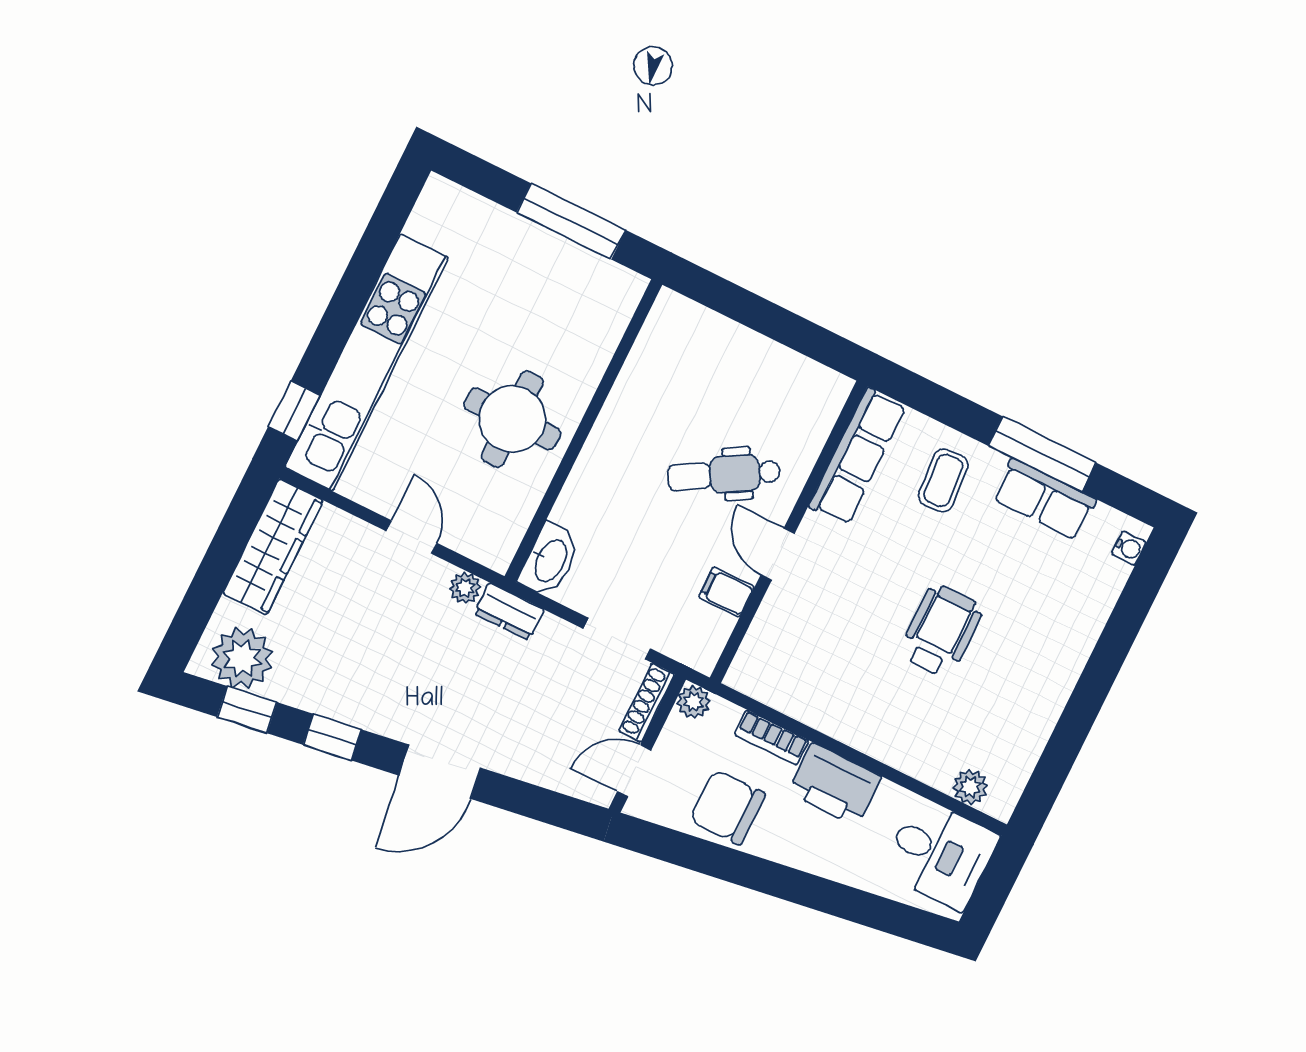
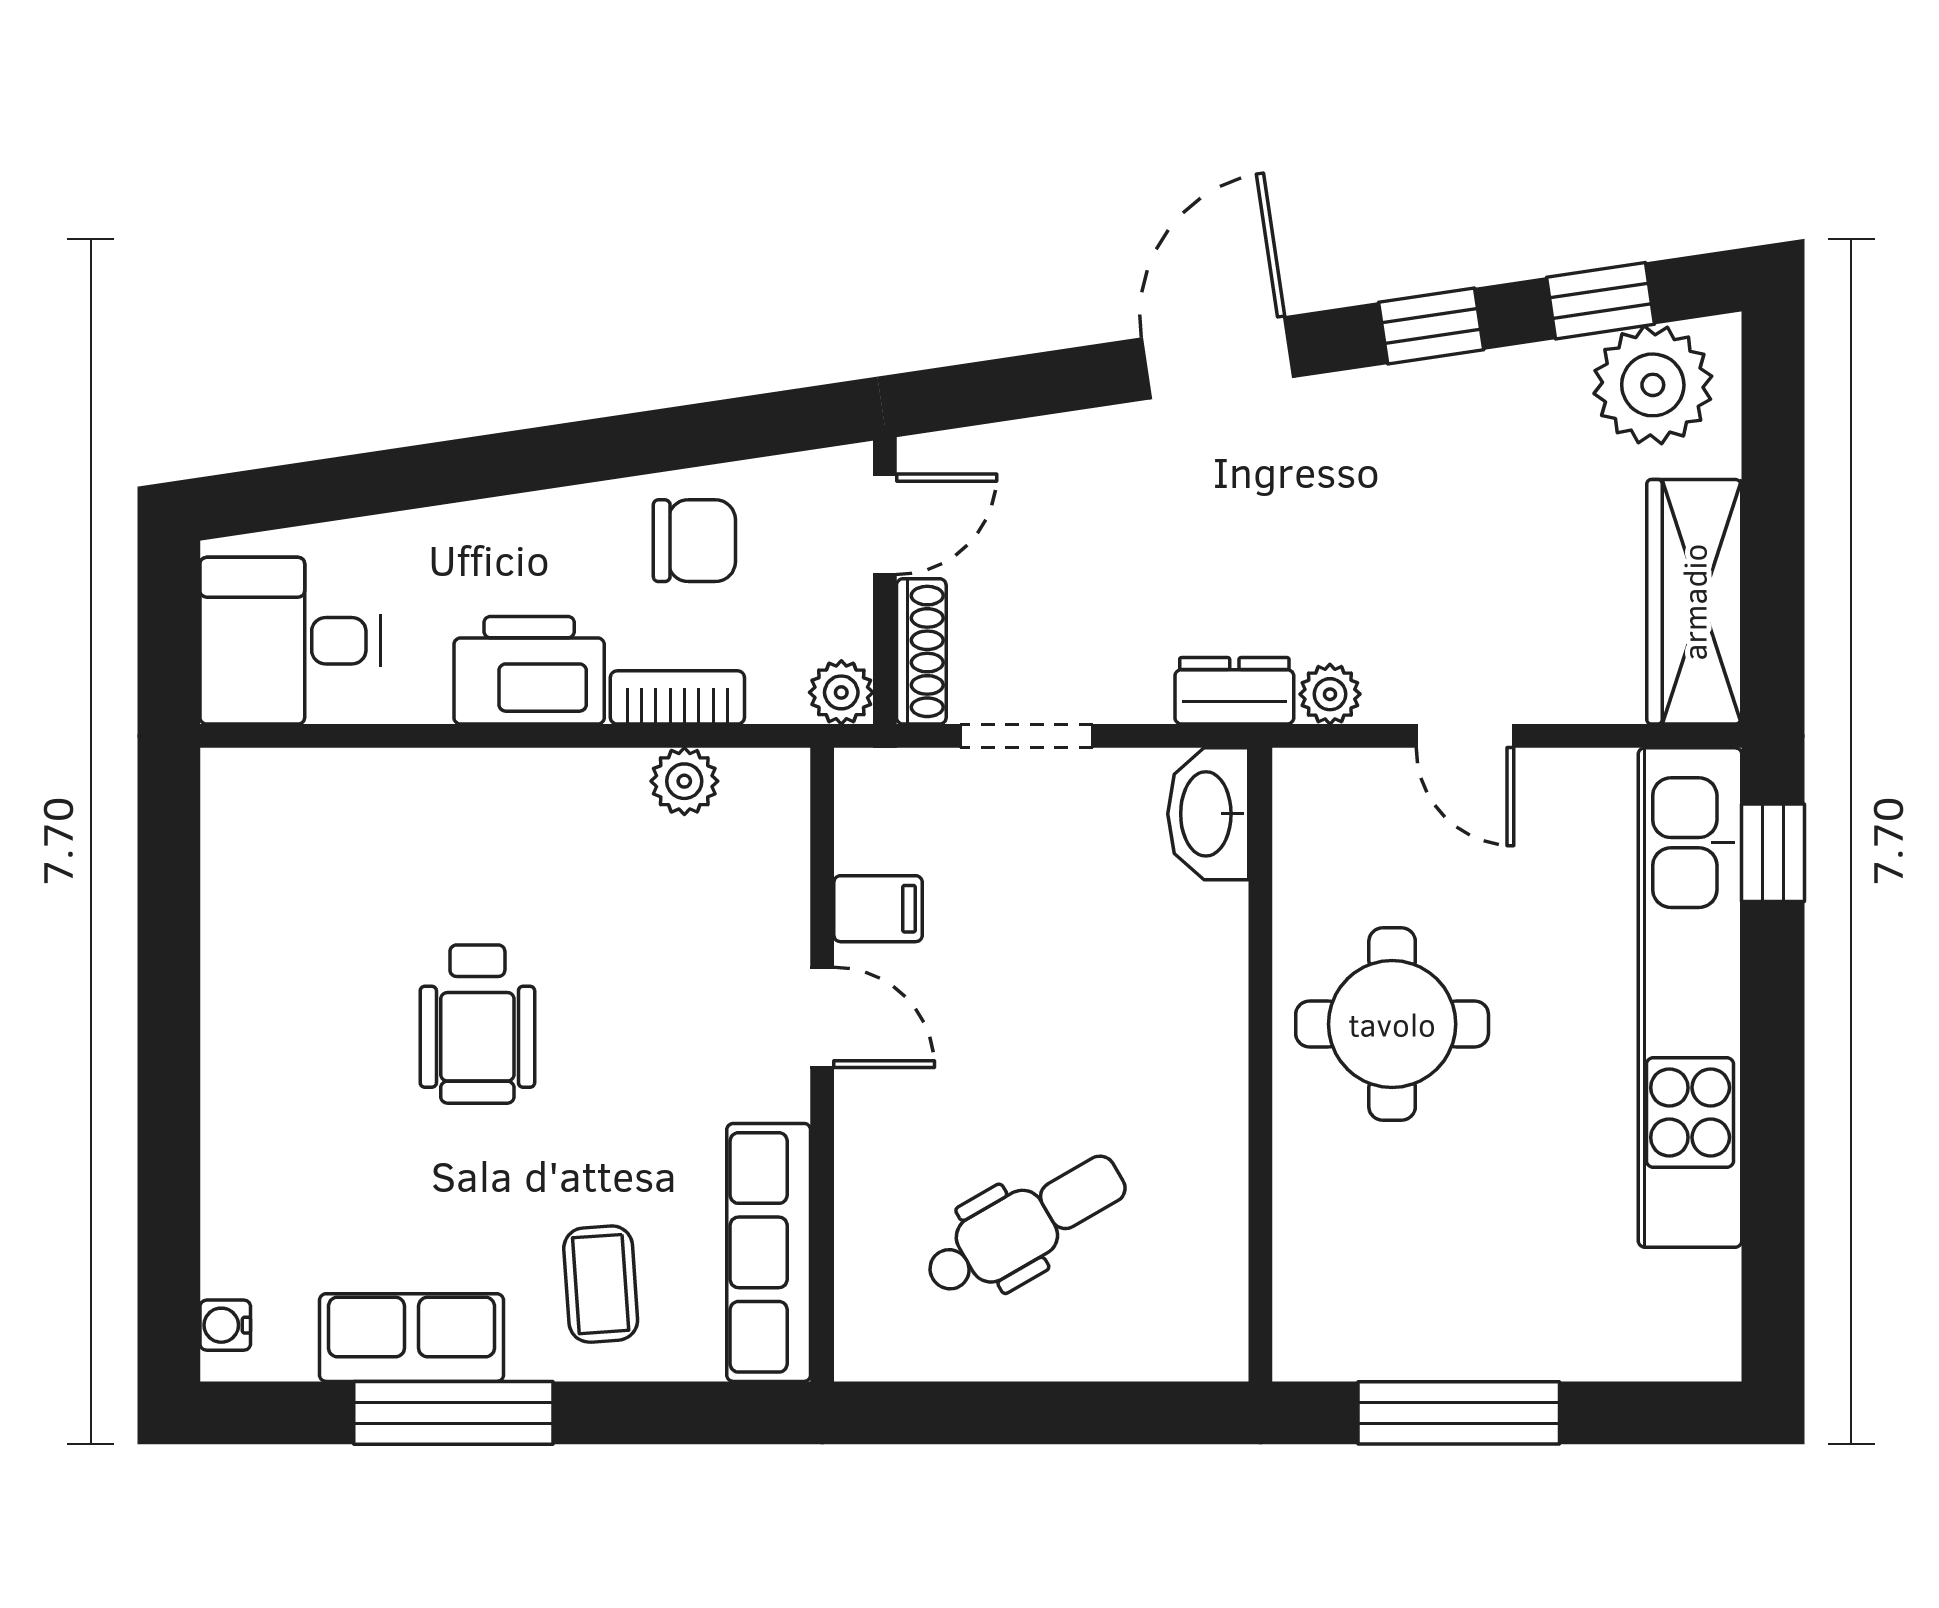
dental chair: (724, 475) -> (1025, 1225), moved
plant: (970, 787) -> (684, 781), moved
chair: (727, 807) -> (694, 541), width x0.73, depth x0.73

